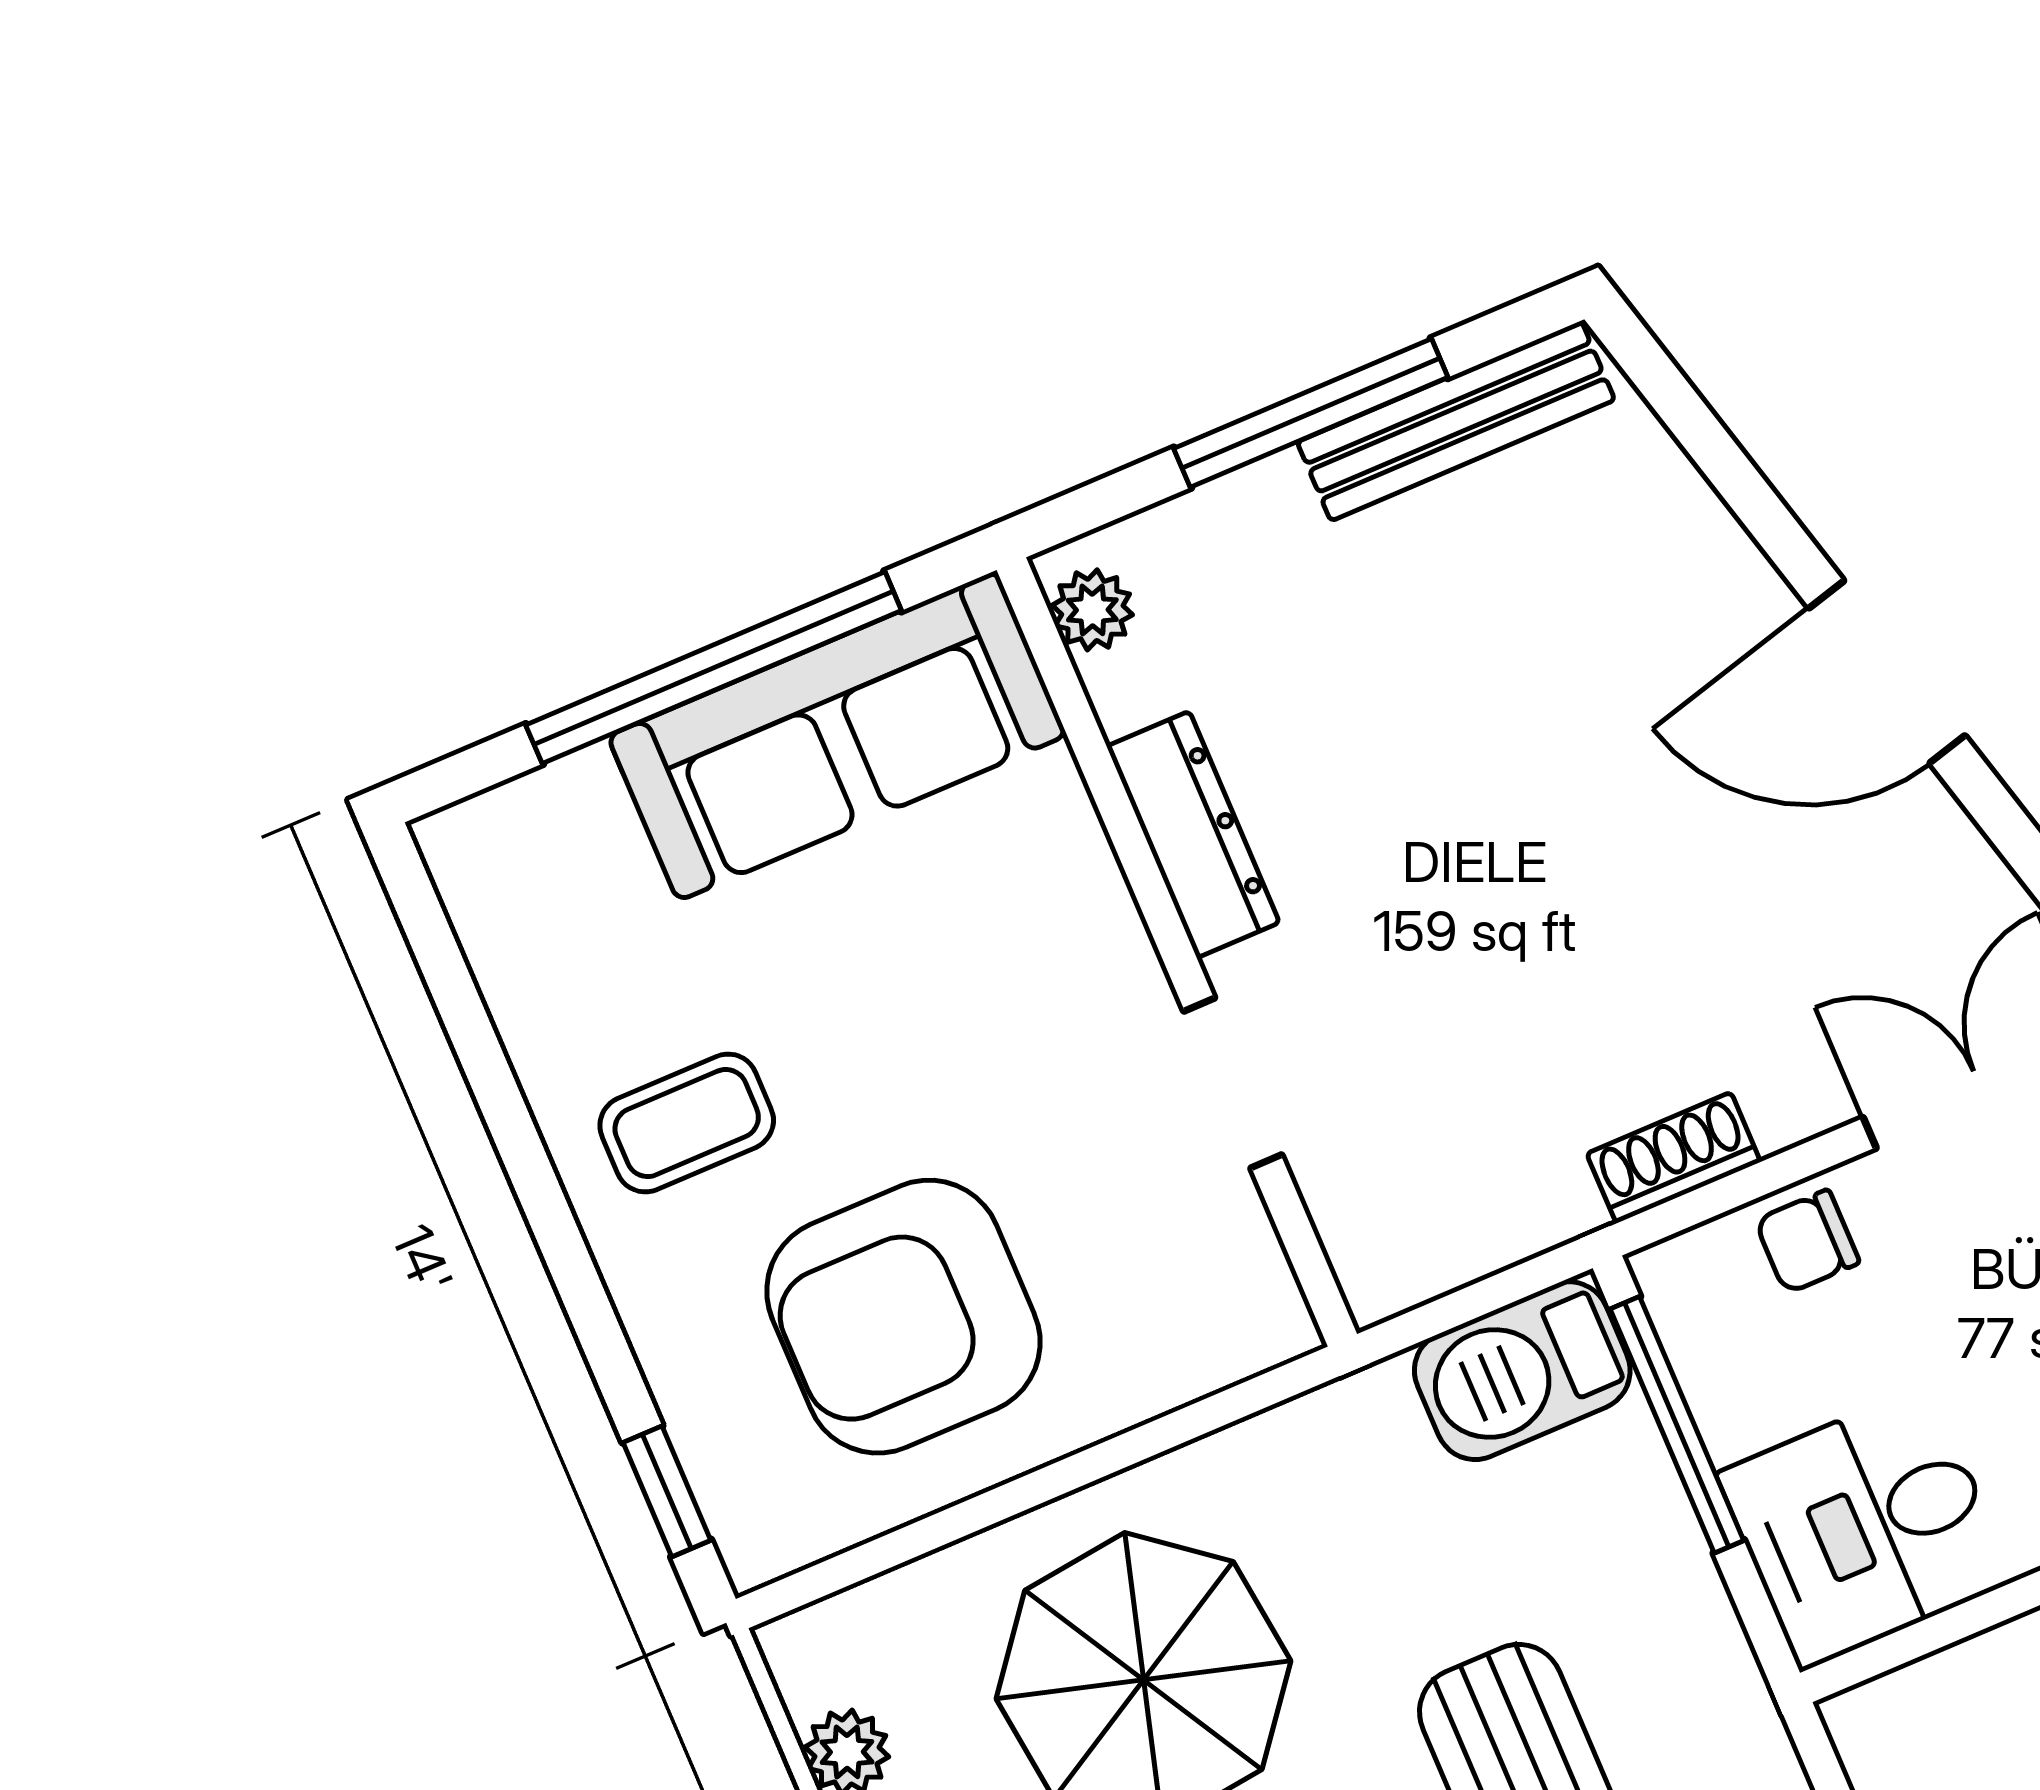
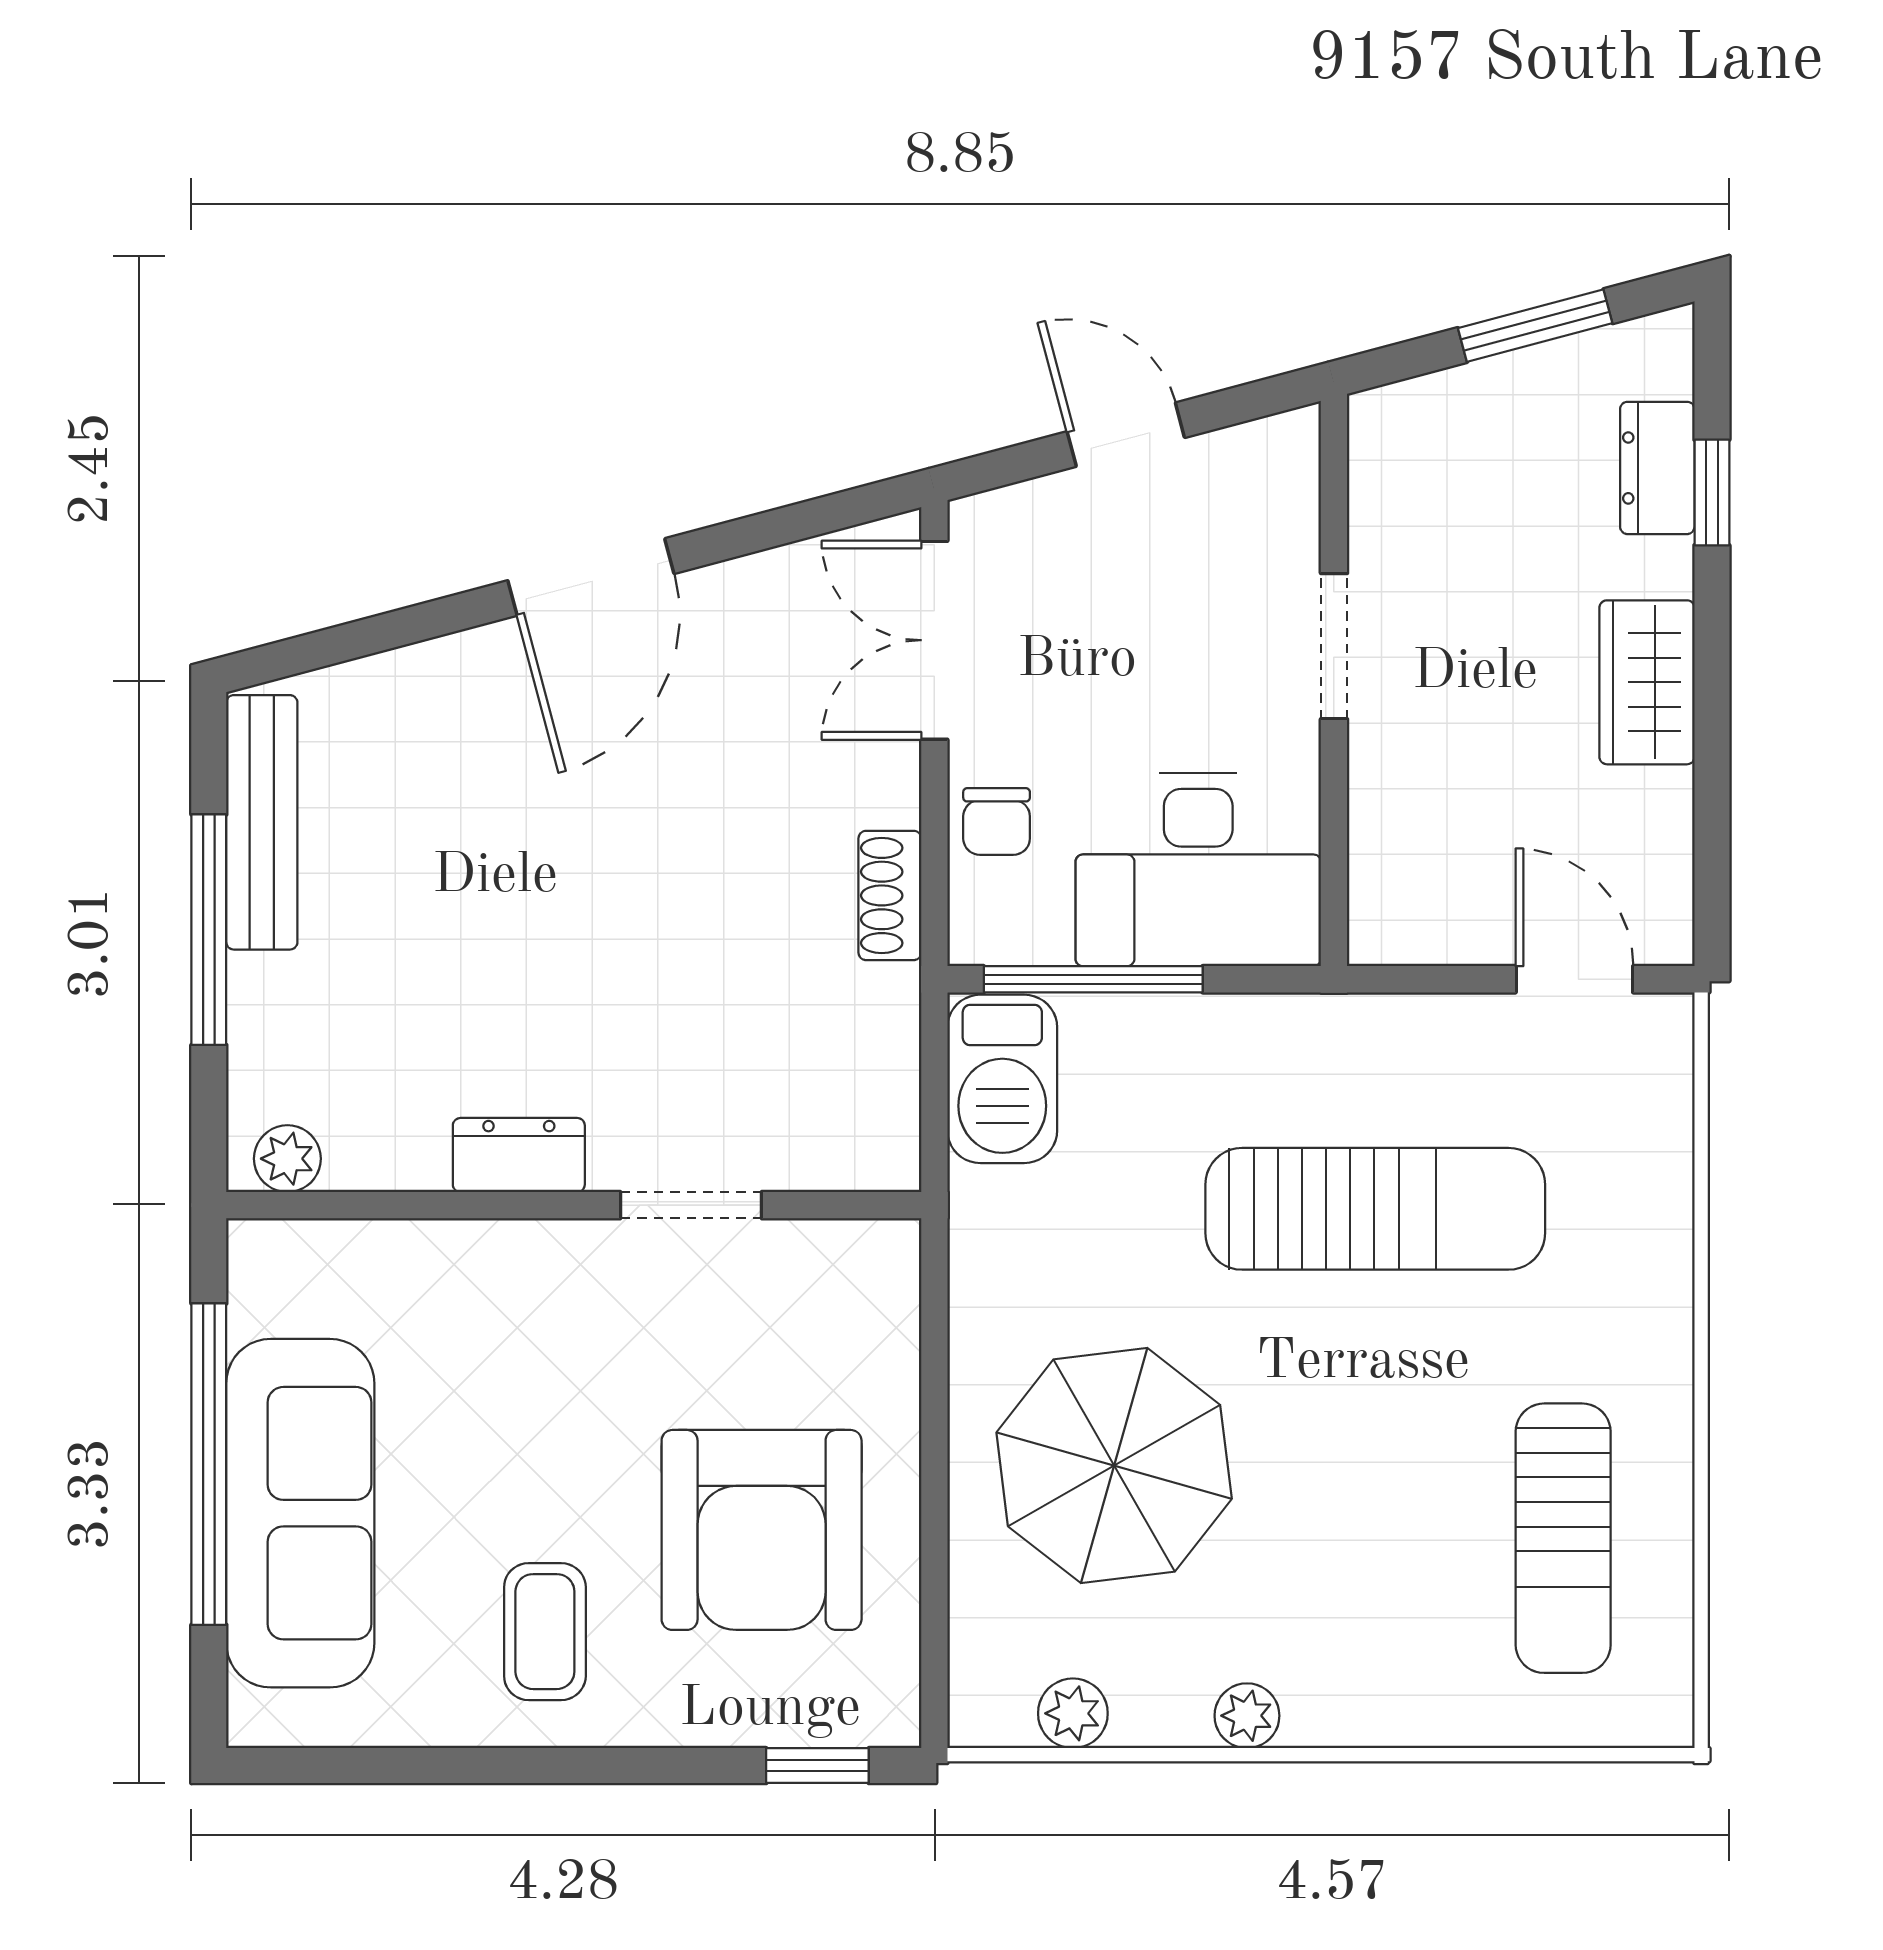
sofa: (837, 736) -> (300, 1513), moved
dresser: (1193, 834) -> (519, 1155), width x0.70
desk: (1865, 1527) -> (1198, 870), width x1.37

